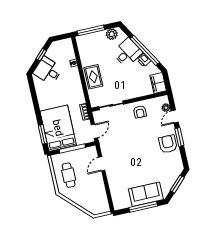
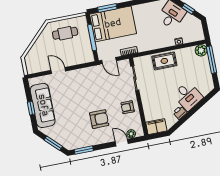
plant: (112, 34) -> (201, 50), moved
window: (145, 50) -> (190, 114), removed
window: (179, 137) -> (84, 150), moved
armchair: (168, 144) -> (99, 119), moved
door: (102, 164) -> (58, 71), moved
sofa: (146, 194) -> (43, 105), width x1.36
window: (143, 207) -> (31, 108), width x0.46

